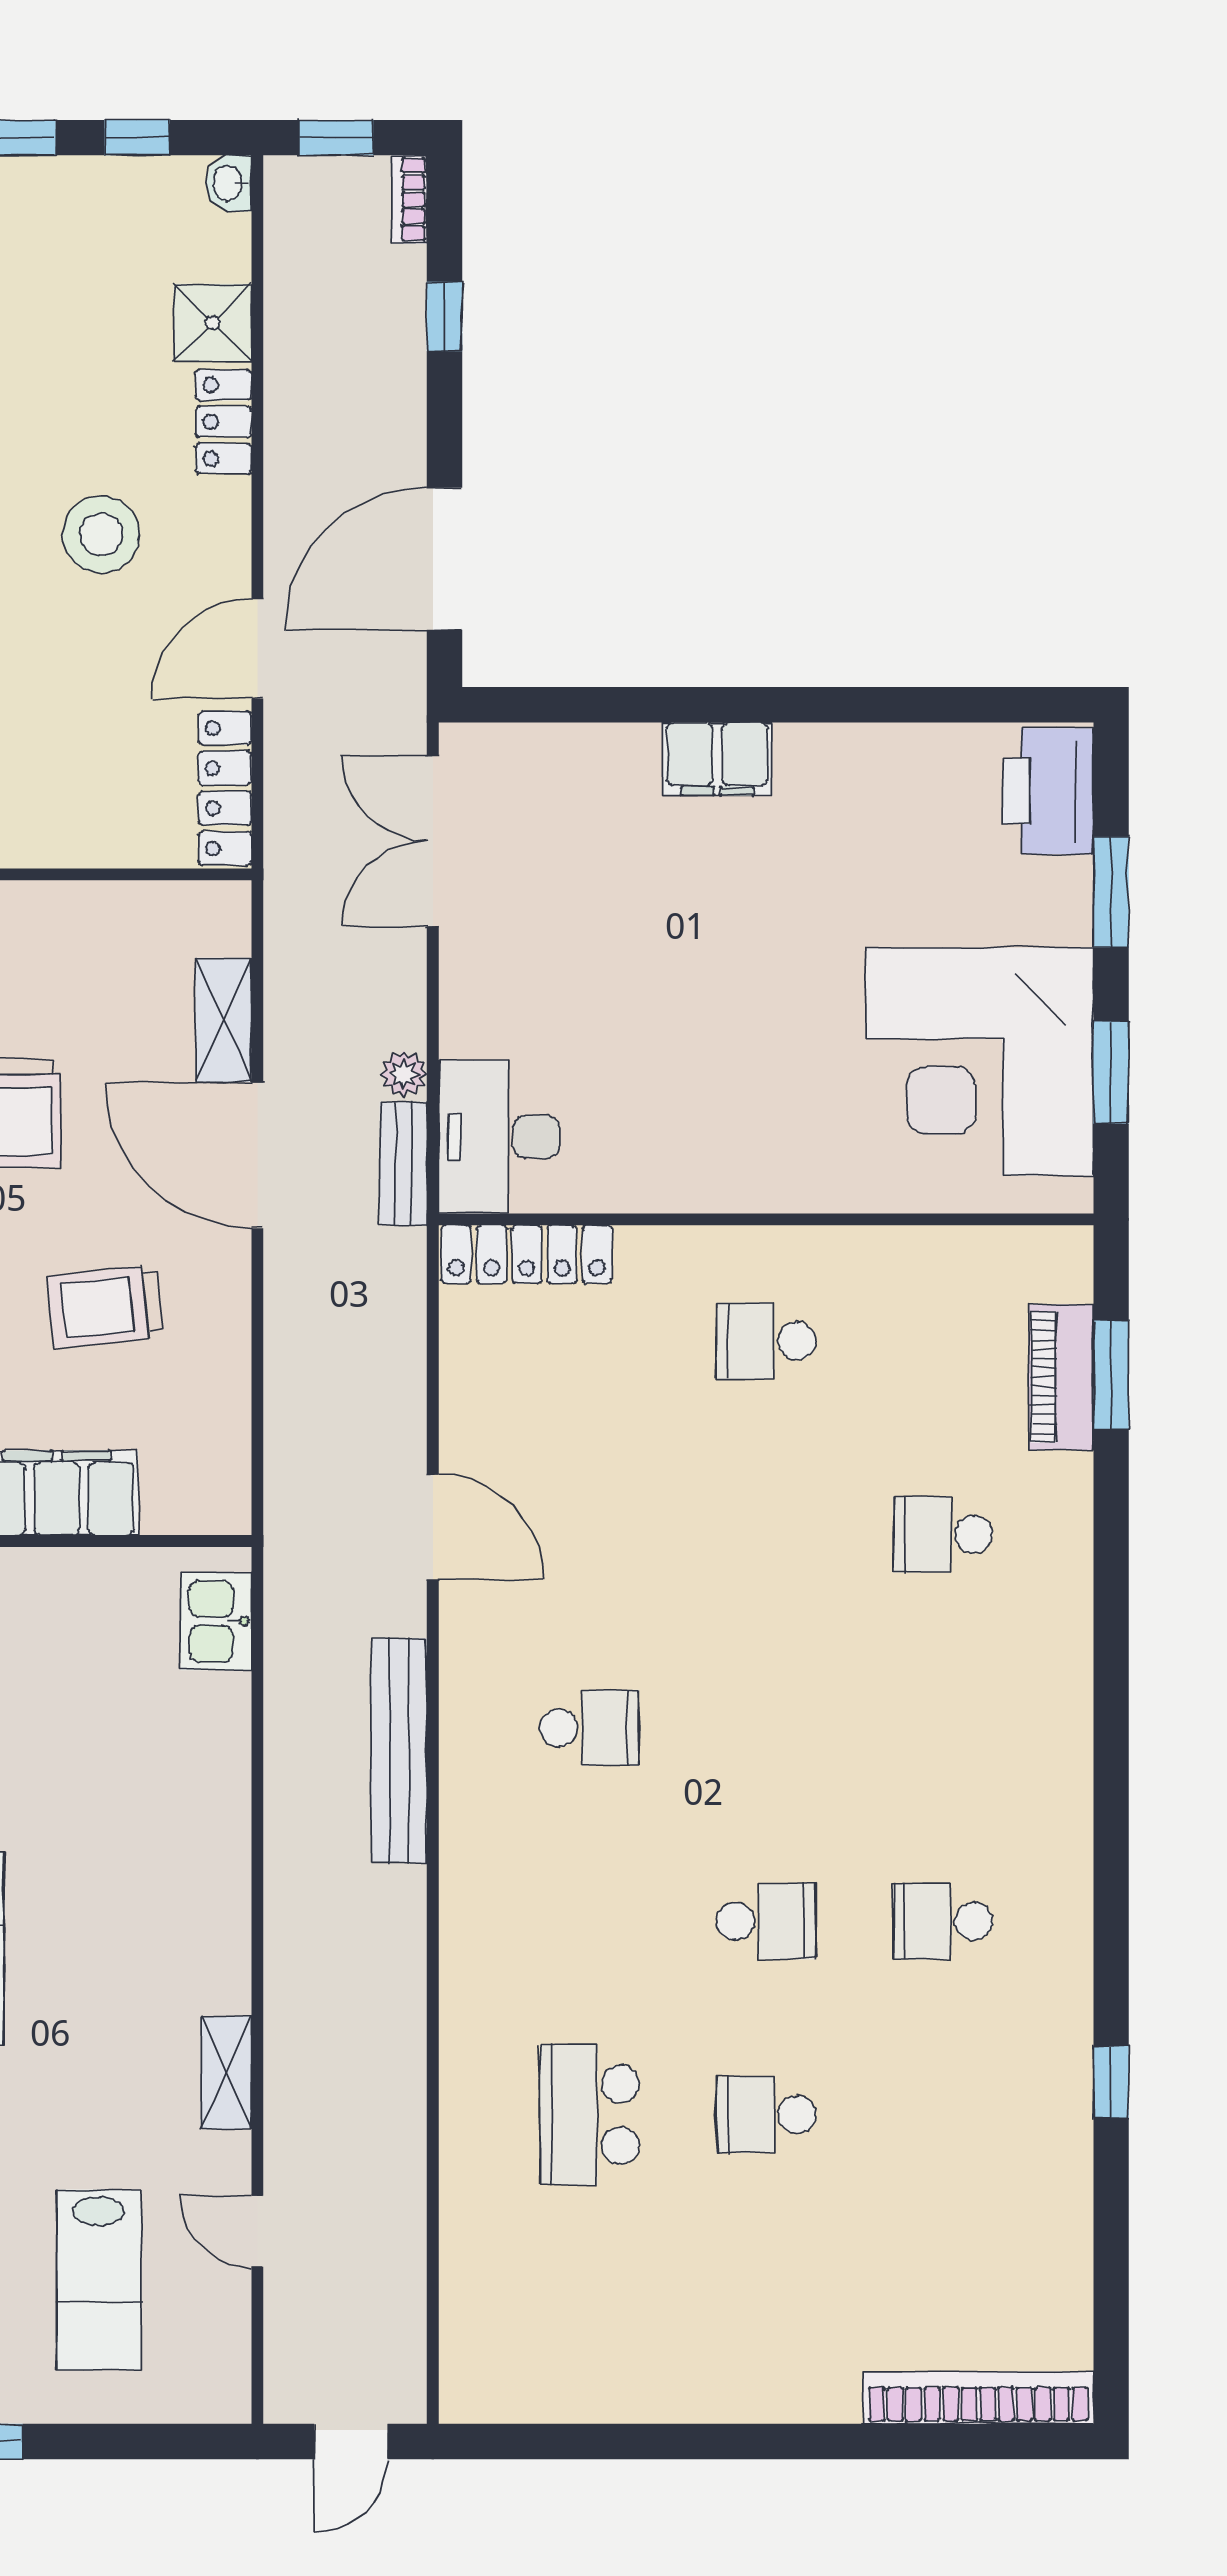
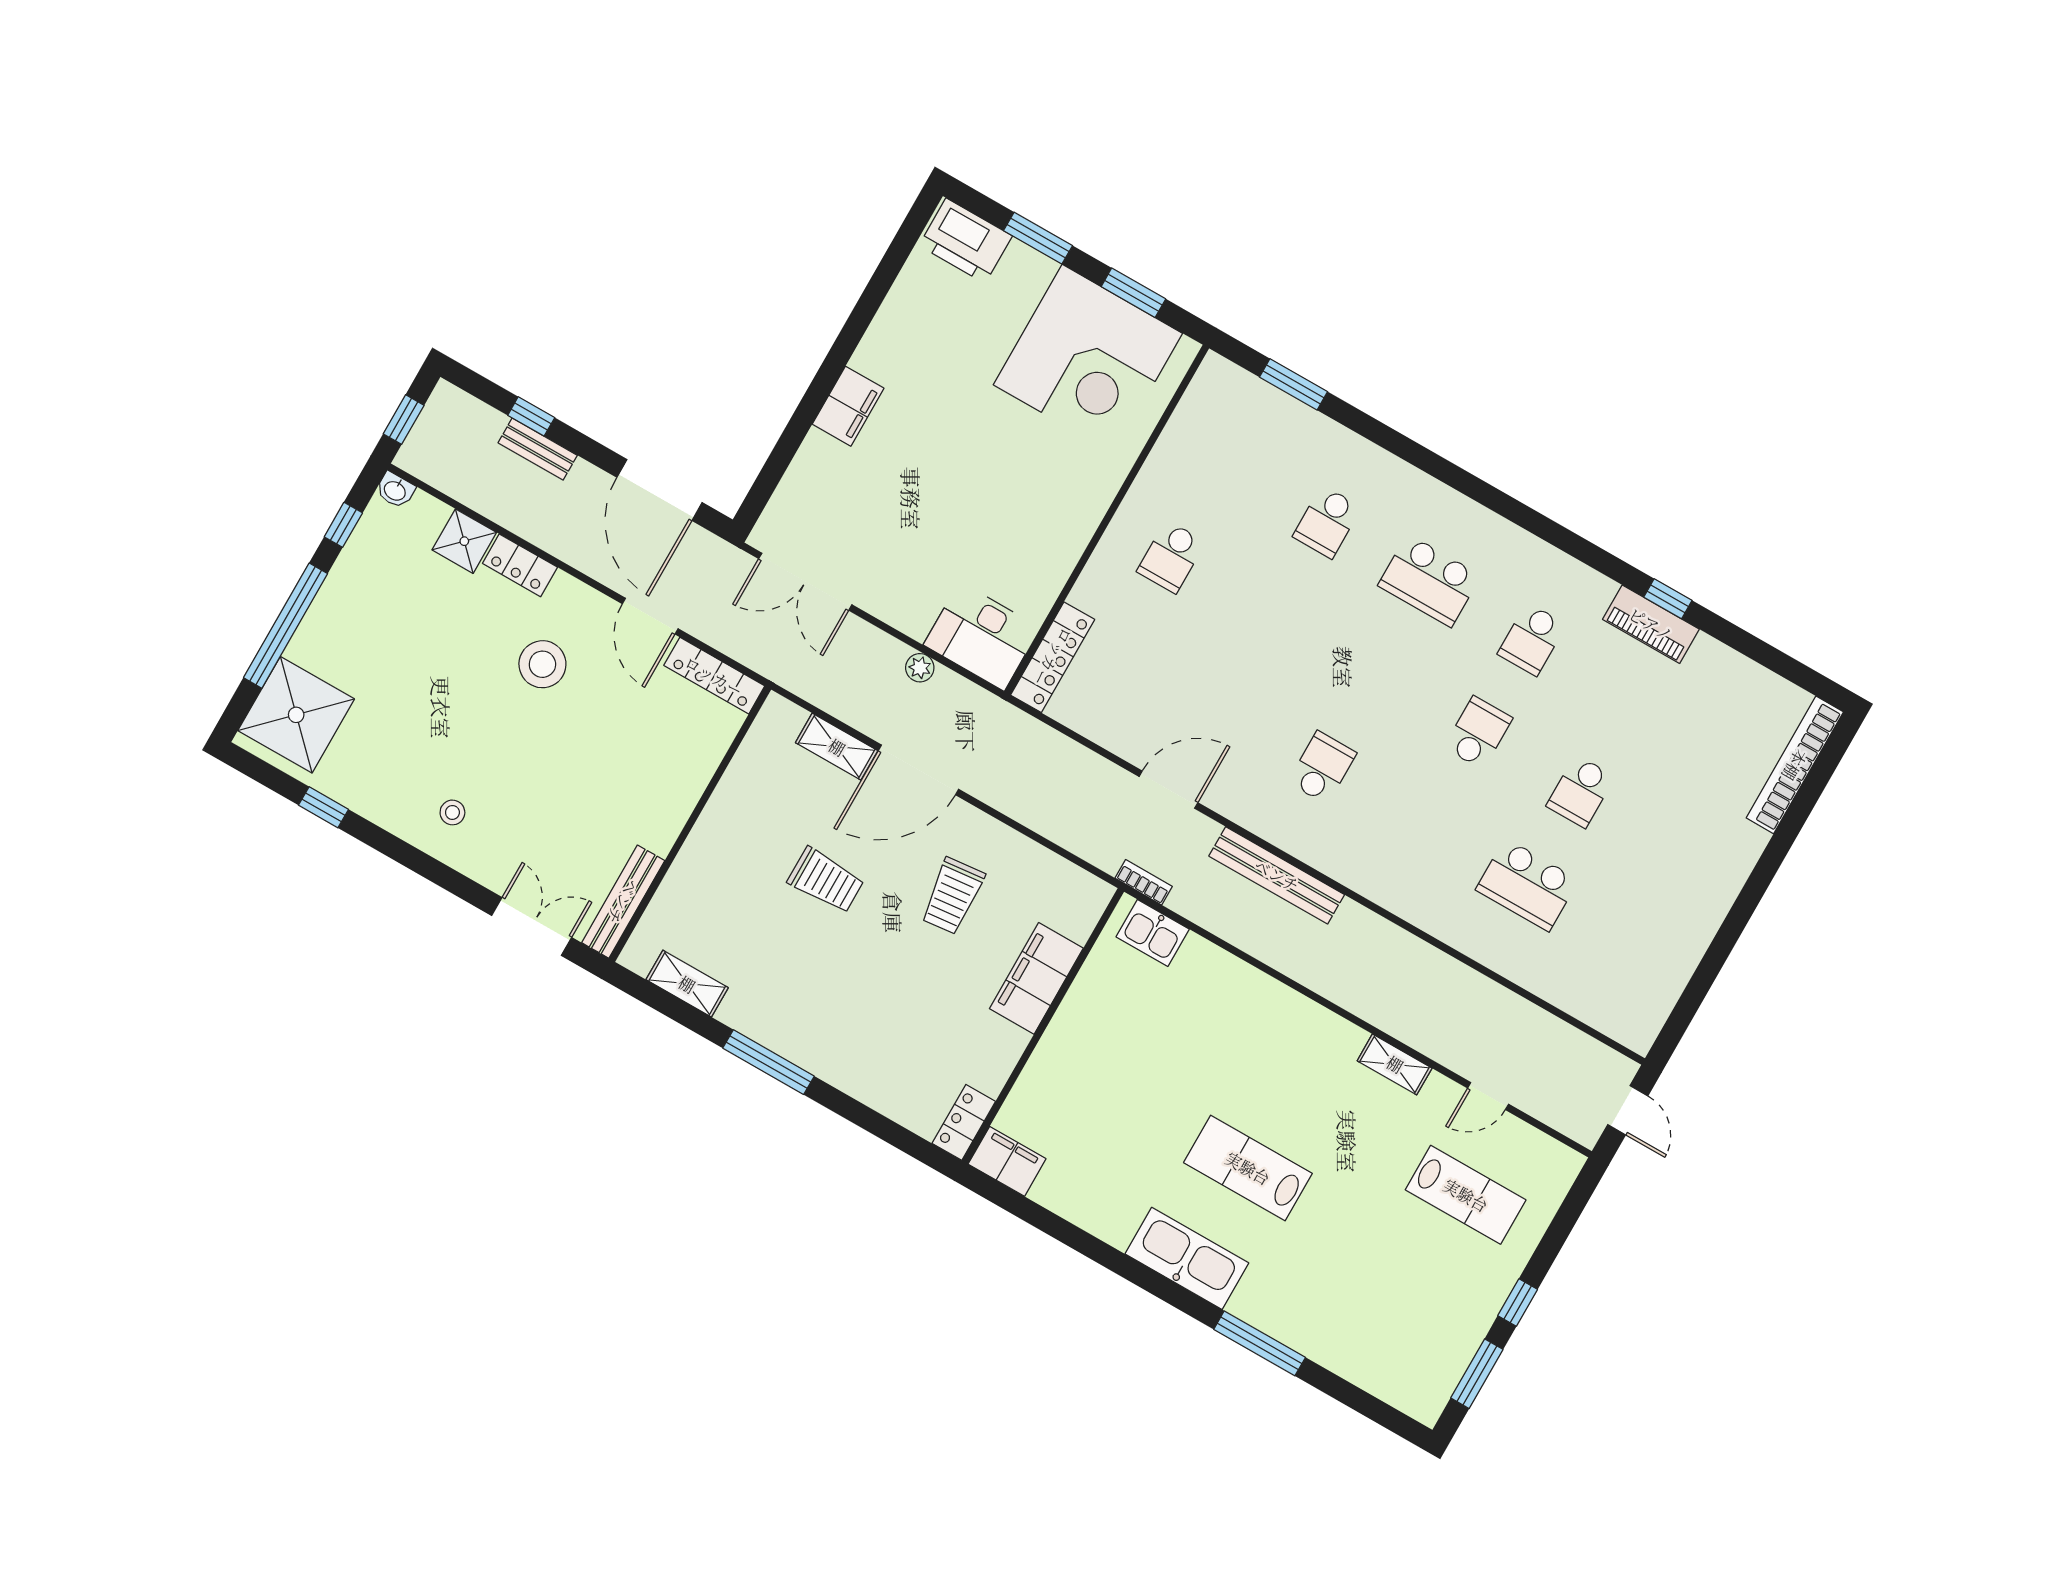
bookcase: (409, 199) -> (1144, 882), moved, turned 180
bench: (403, 1163) -> (538, 449), moved
piano: (1061, 1377) -> (1651, 624), moved
school desk: (943, 1728) -> (1429, 581), added

